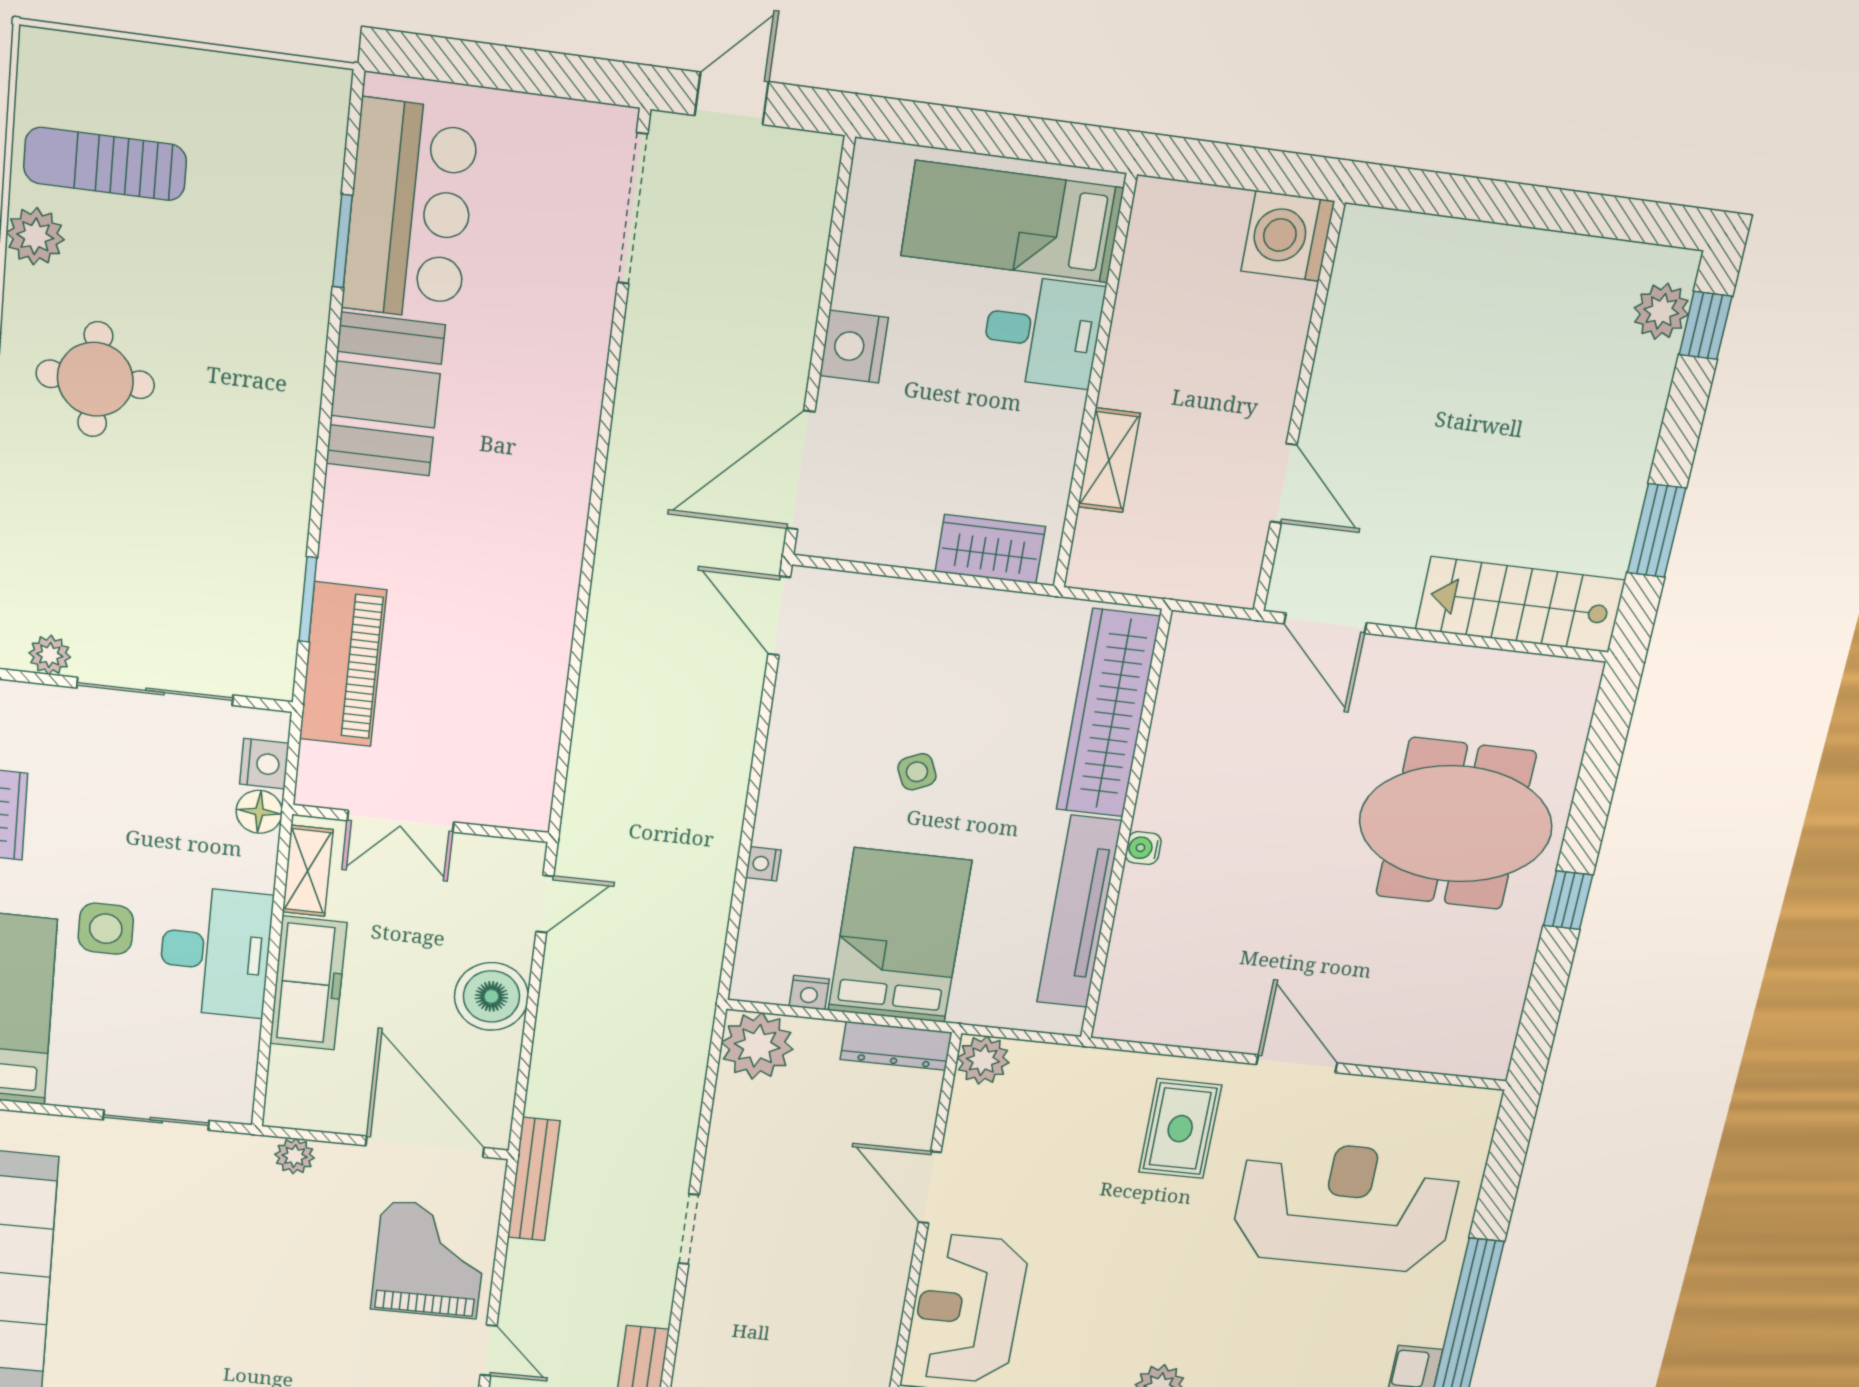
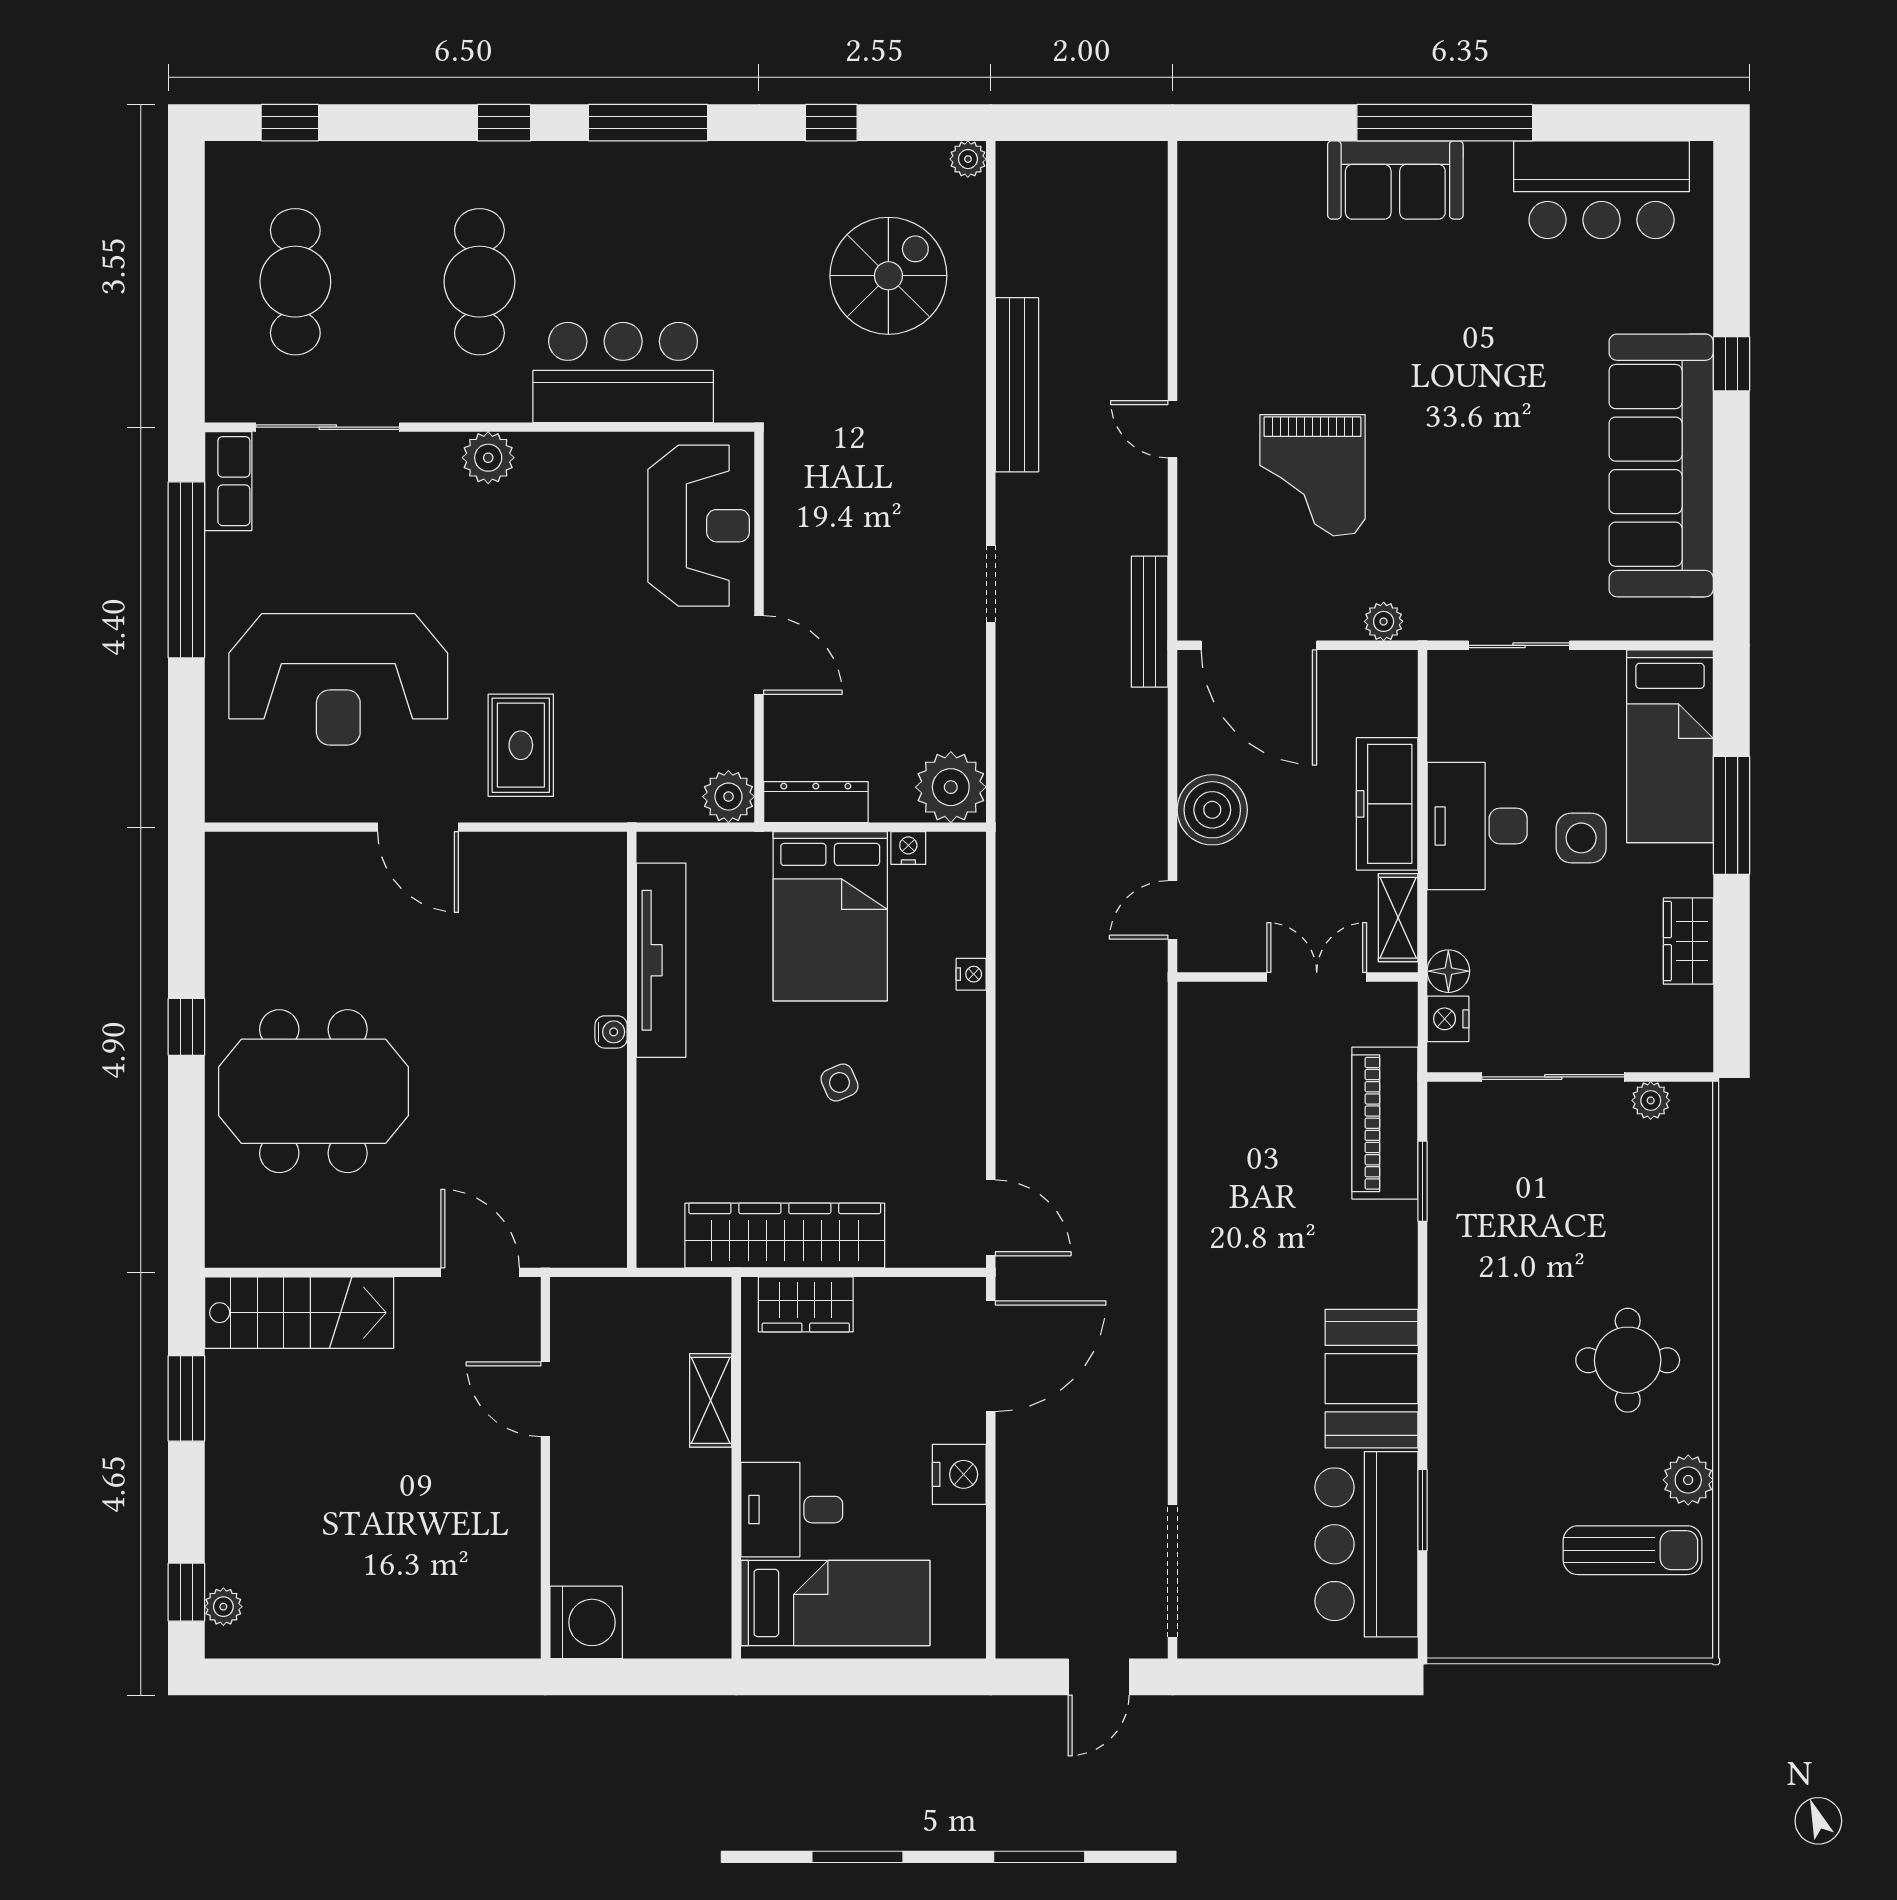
plant: (1661, 311) -> (223, 1607), width x0.73, depth x0.73
wardrobe: (1108, 713) -> (785, 1236), moved, turned -90
grand piano: (430, 1260) -> (1312, 475), moved

